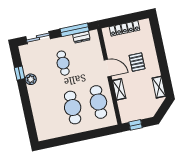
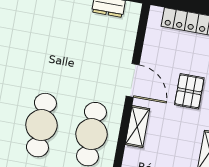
cafe table: (63, 63) -> (57, 39), removed

